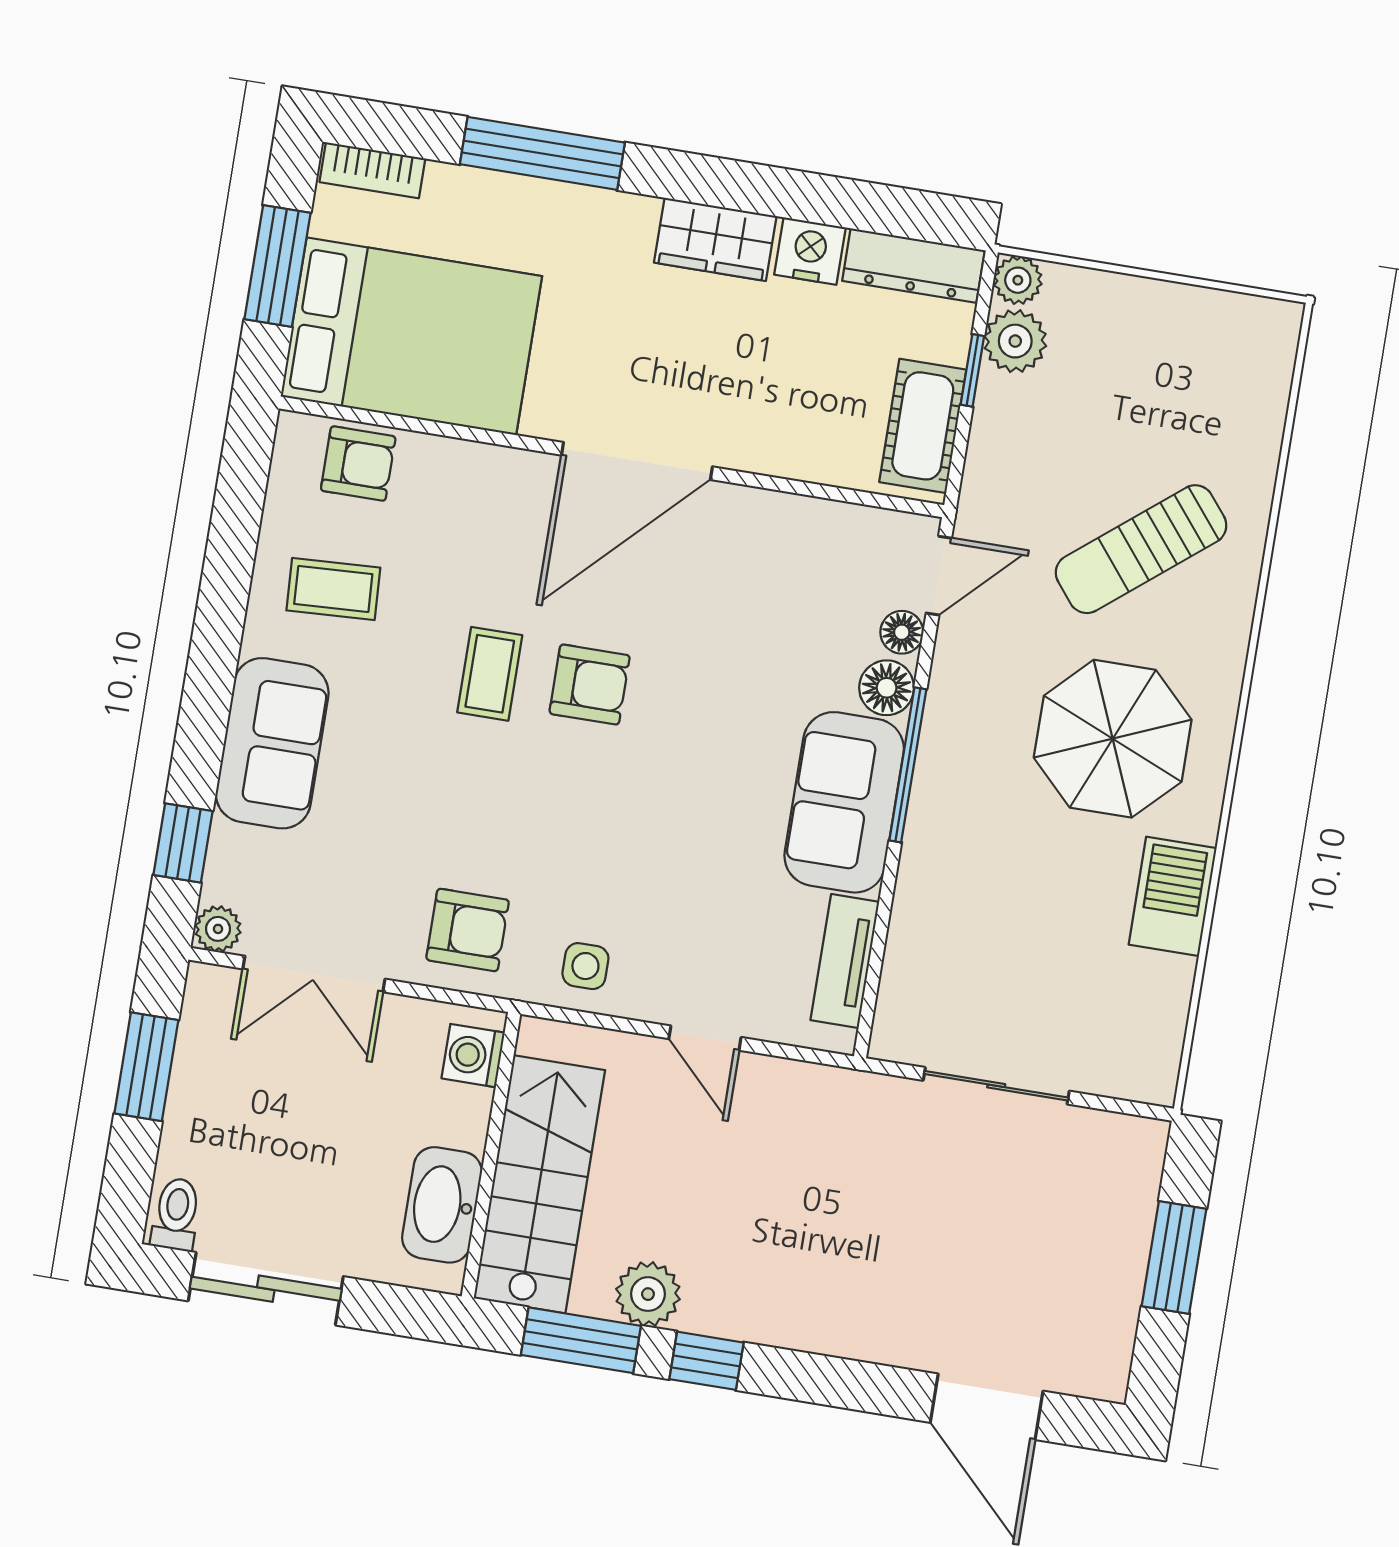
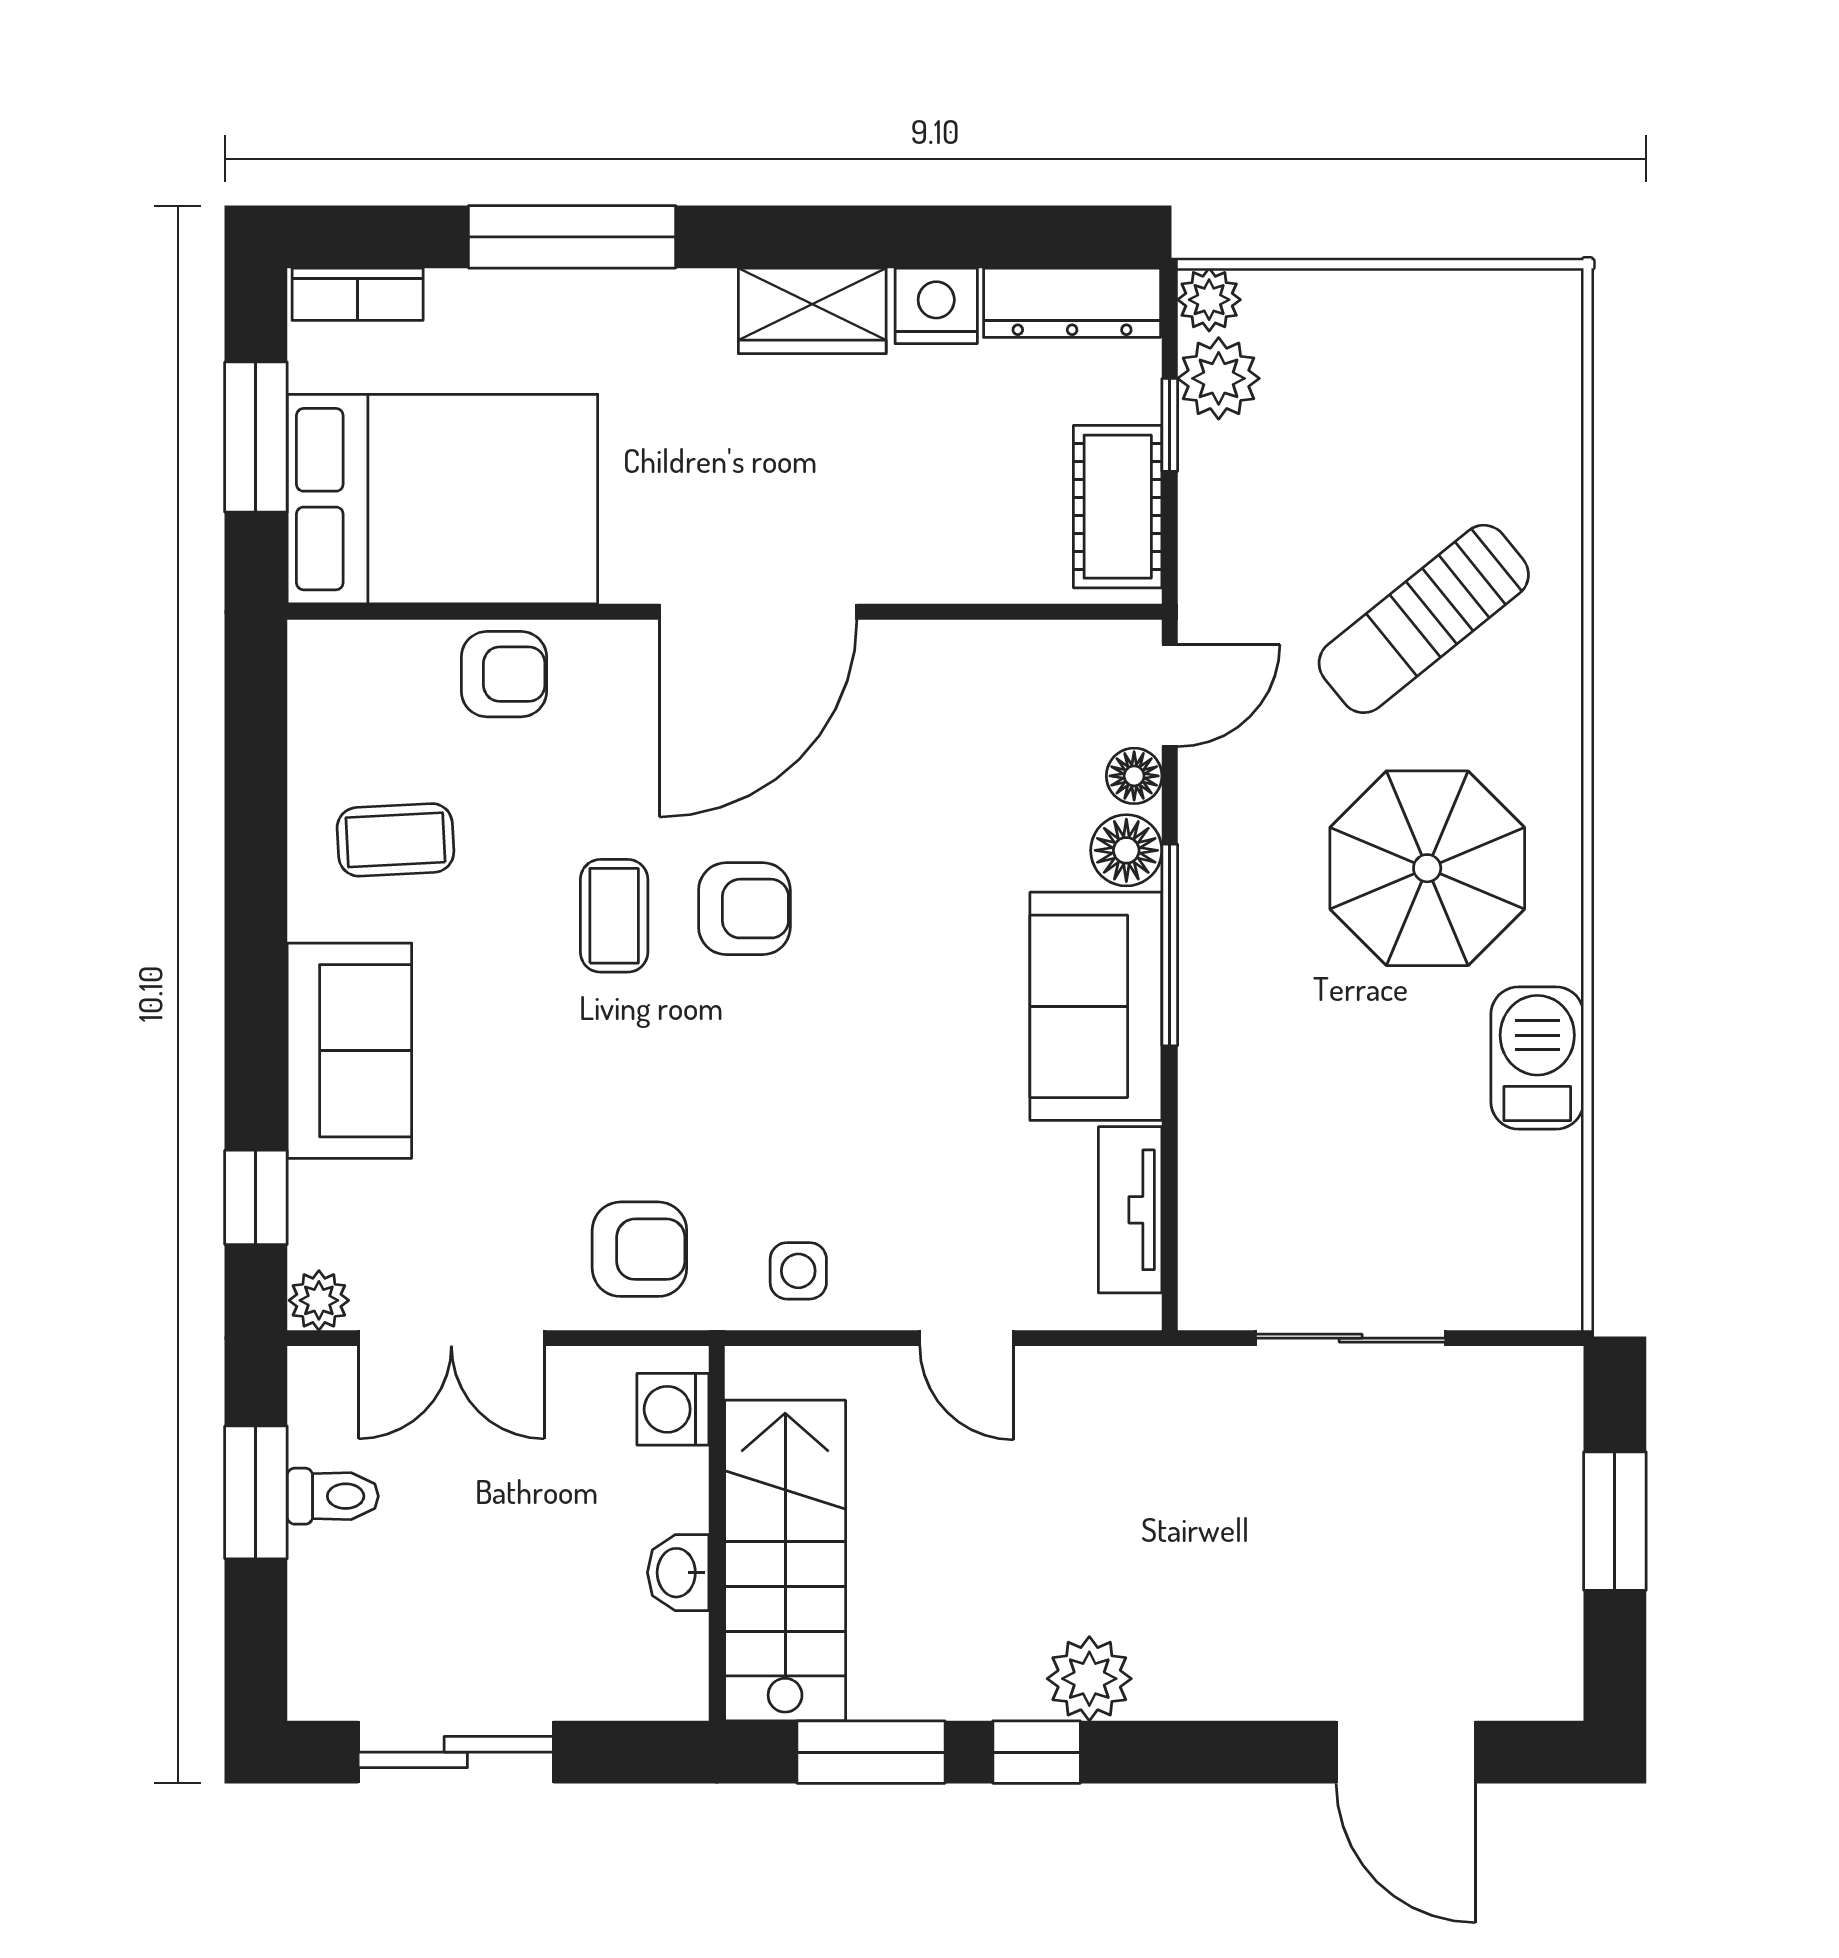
armchair: (358, 464) -> (504, 674), moved
washbasin: (442, 1205) -> (678, 1573), width x0.52, depth x0.69
toilet: (176, 1214) -> (333, 1496), moved, turned 90
plant: (648, 1294) -> (1089, 1679), moved

